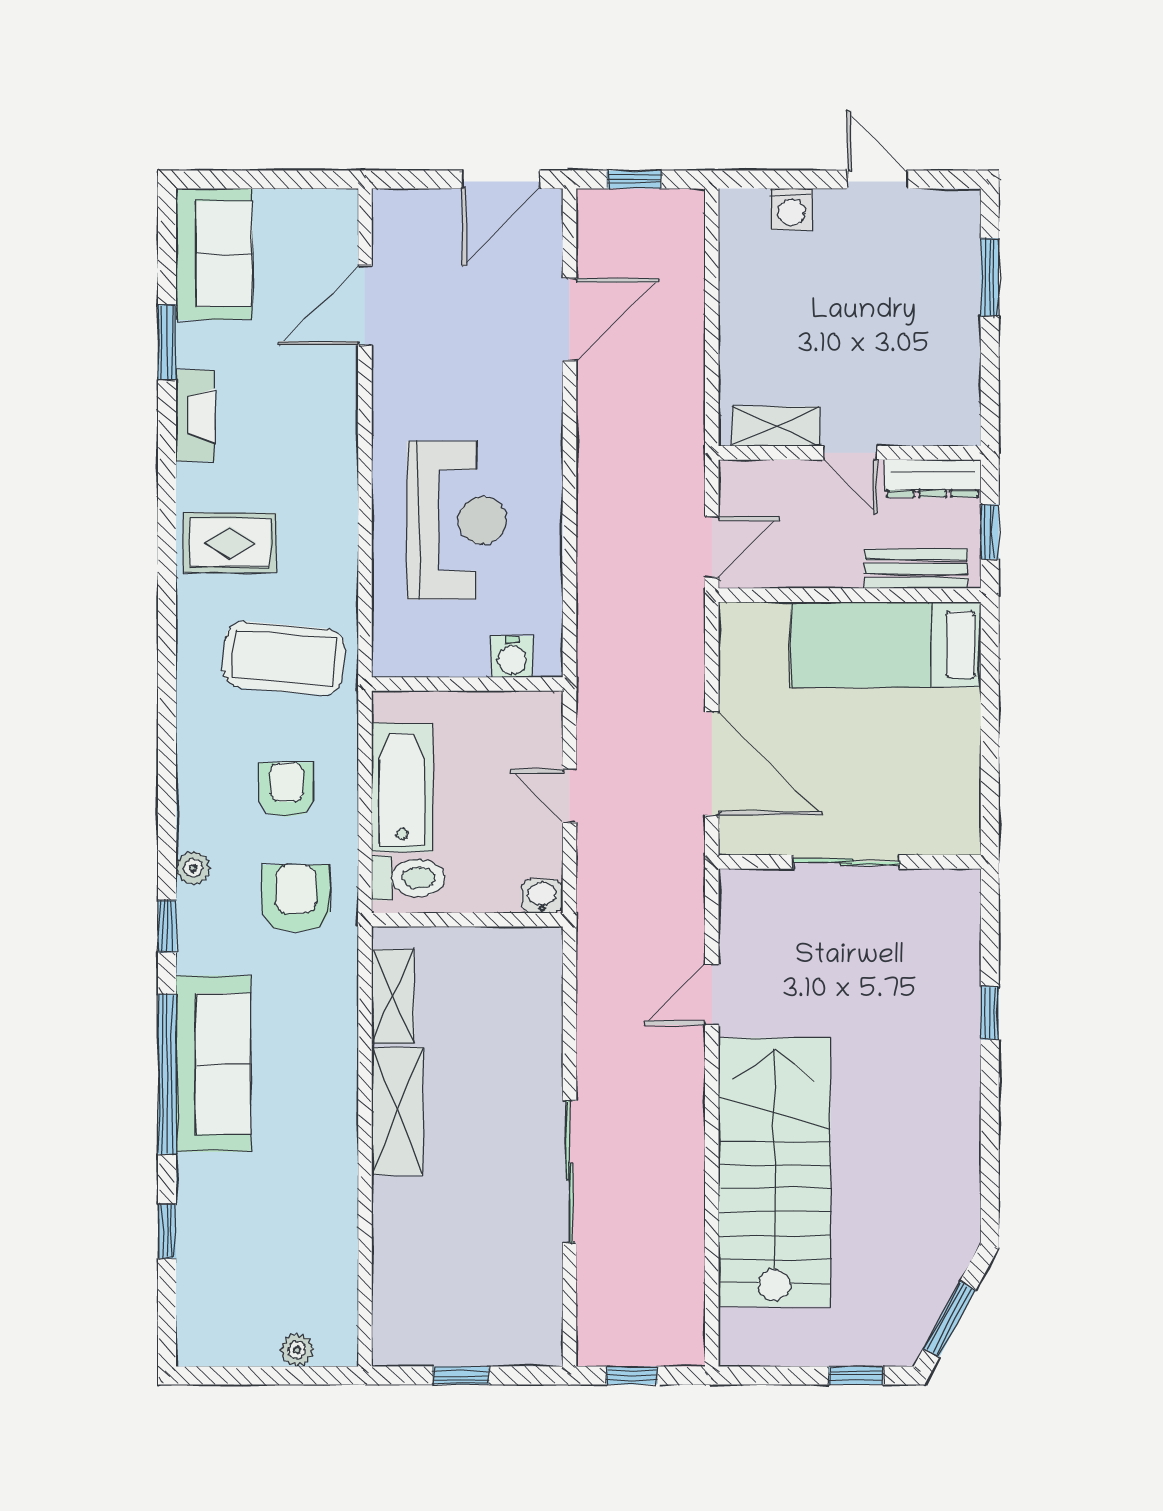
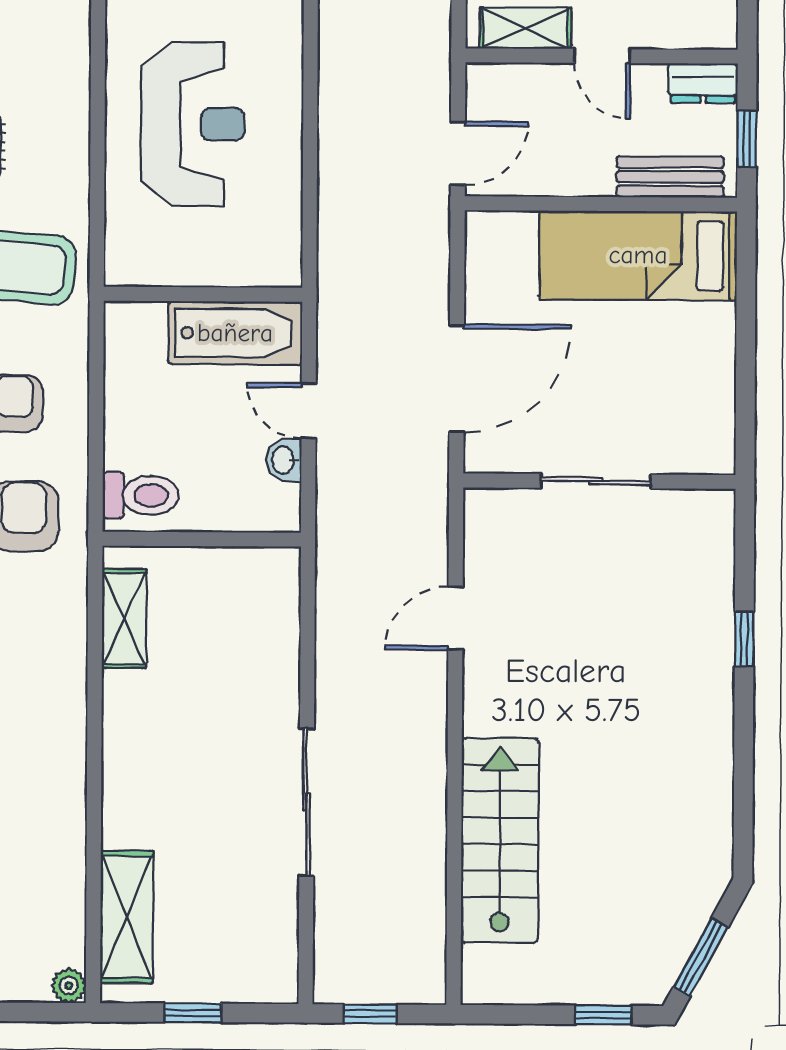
dresser: (933, 478) -> (703, 83), width x0.70
water cooler: (512, 657) -> (250, 266), removed
door: (712, 764) -> (457, 378), hinge flipped
bathtub: (402, 788) -> (235, 333), moved, turned 90
washbasin: (542, 896) -> (284, 460), moved, turned -90
shelving: (397, 1111) -> (127, 917), moved
stairs: (774, 1172) -> (500, 840), width x0.73, depth x0.66
plant: (297, 1350) -> (69, 986), moved

